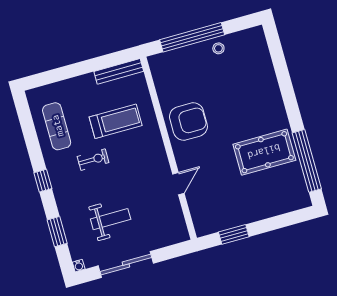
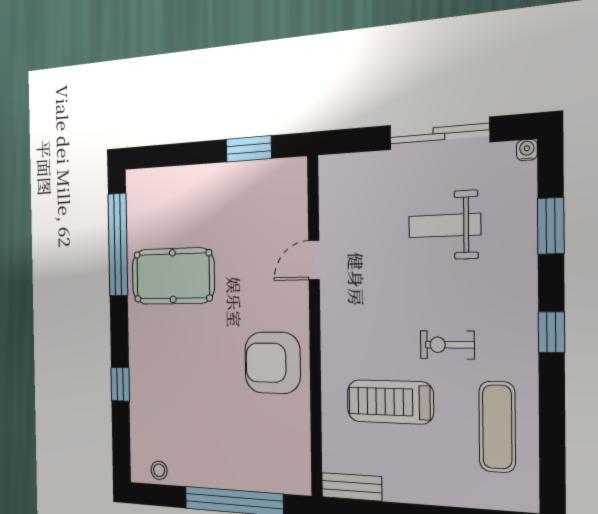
stool: (218, 48) -> (159, 470), moved
bench: (119, 71) -> (352, 487), width x0.73
window: (284, 80) -> (120, 384), added

